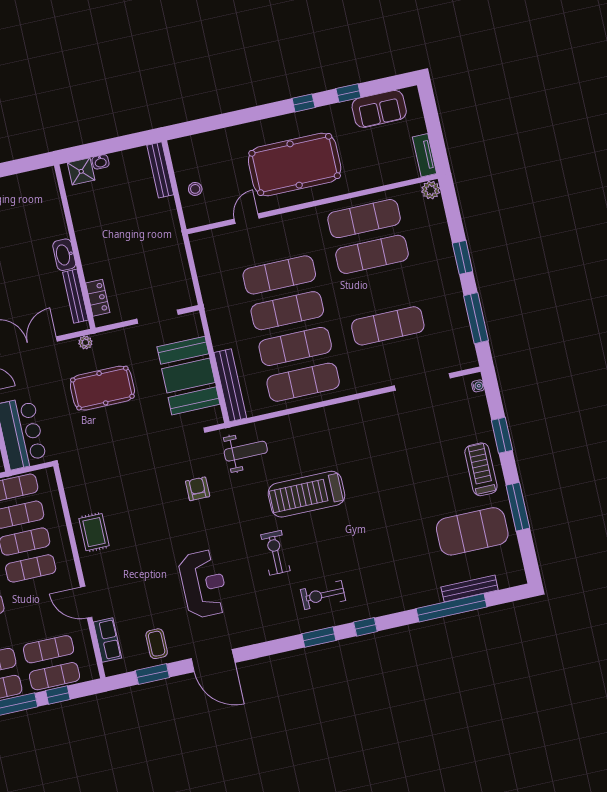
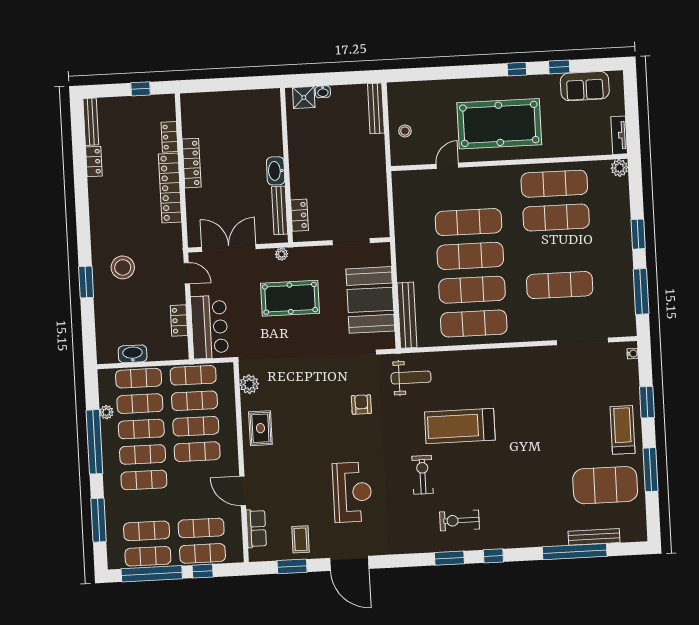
plant: (74, 487) -> (249, 384), added

